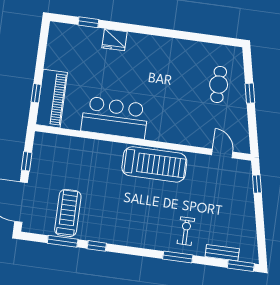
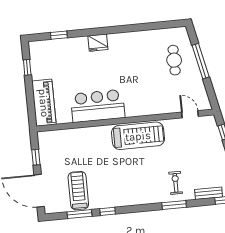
fridge: (114, 40) -> (98, 43), moved
window: (36, 93) -> (27, 67), moved
window: (250, 93) -> (201, 61), width x2.17

